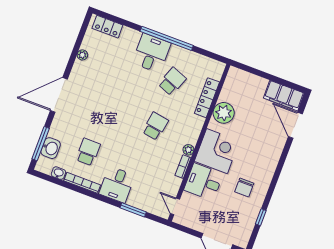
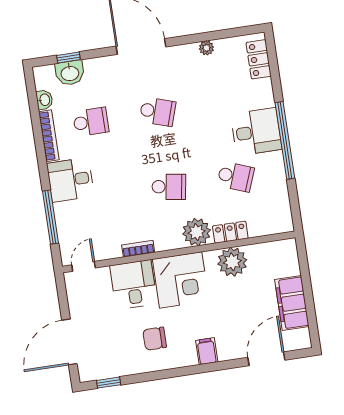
filing cabinet: (284, 96) -> (292, 303), moved
locker: (207, 98) -> (230, 232), width x0.66
school desk: (105, 107) -> (158, 112), added
window: (41, 144) -> (68, 57), width x0.46
plant: (188, 150) -> (197, 232), moved, width x1.87, depth x1.87
filing cabinet: (270, 160) -> (207, 351), added
window: (133, 210) -> (51, 217), width x1.44
window: (261, 217) -> (109, 383), moved

